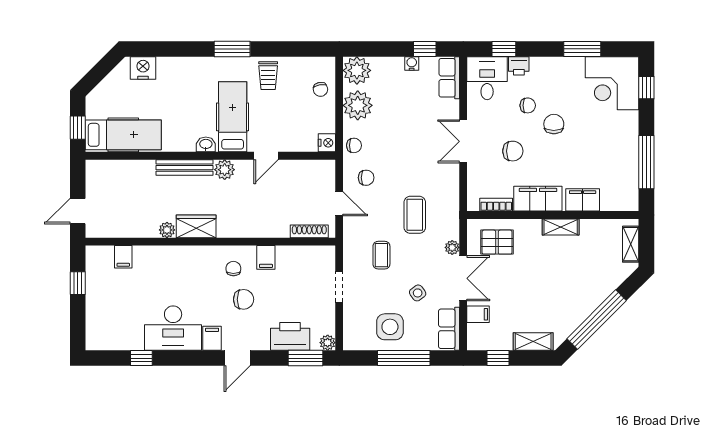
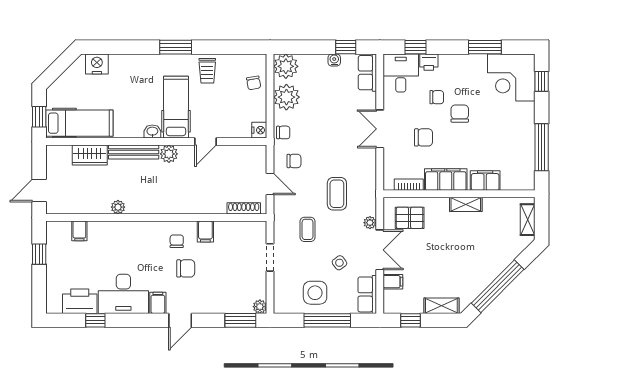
wardrobe: (196, 226) -> (90, 155), moved, turned 180
printer: (290, 336) -> (80, 301), moved

